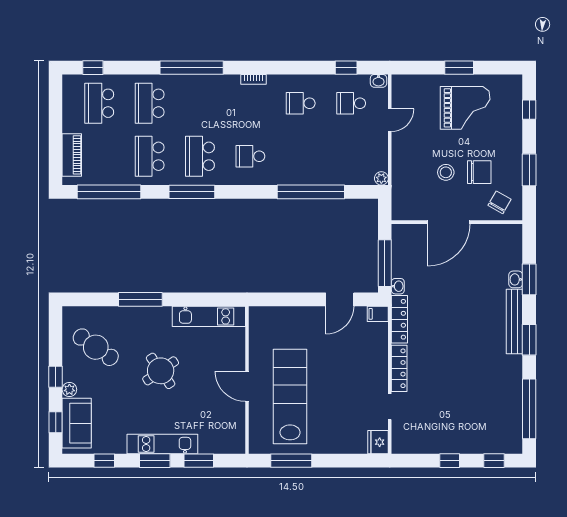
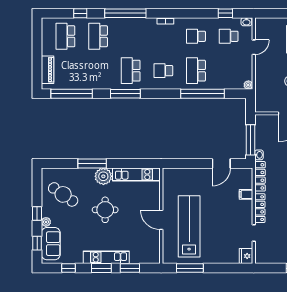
window: (93, 68) -> (80, 13), moved
school desk: (150, 156) -> (196, 71), moved
filing cabinet: (378, 314) -> (246, 194), moved
plant: (158, 319) -> (103, 176), added
round table: (161, 371) -> (105, 210), turned 35

